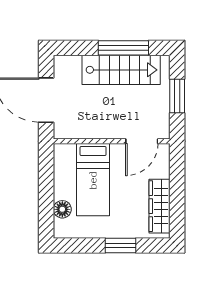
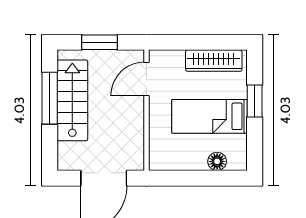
door: (142, 141) -> (146, 79), swing flipped
bed: (93, 180) -> (210, 116), moved, turned 180

